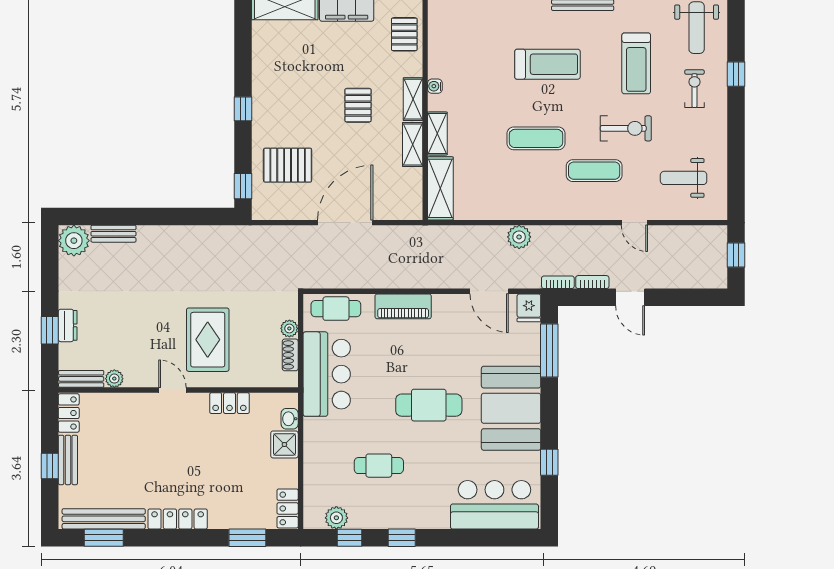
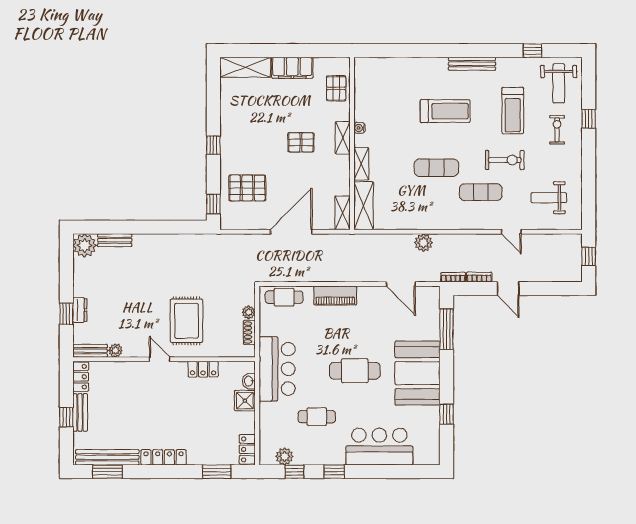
pallet: (358, 105) -> (301, 142), turned 90
shelving: (413, 145) -> (342, 213), moved
fridge: (529, 308) -> (431, 297), removed
bar counter: (327, 374) -> (277, 369), moved
bar counter: (494, 505) -> (379, 447), moved

